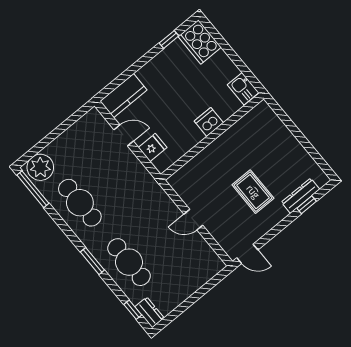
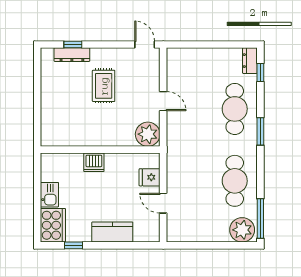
kitchen sink: (243, 89) -> (49, 195), moved
kitchen counter: (123, 96) -> (112, 232), moved
plant: (184, 182) -> (148, 134), added

